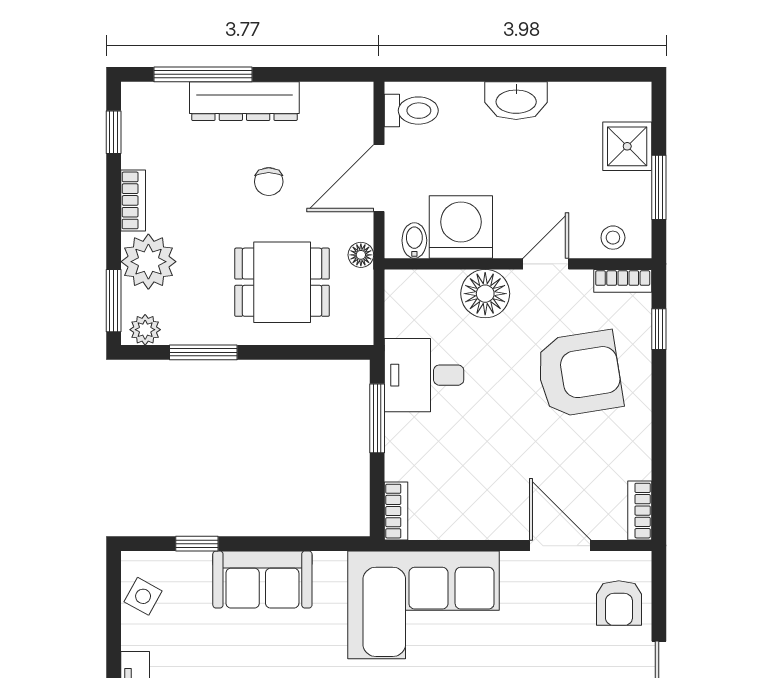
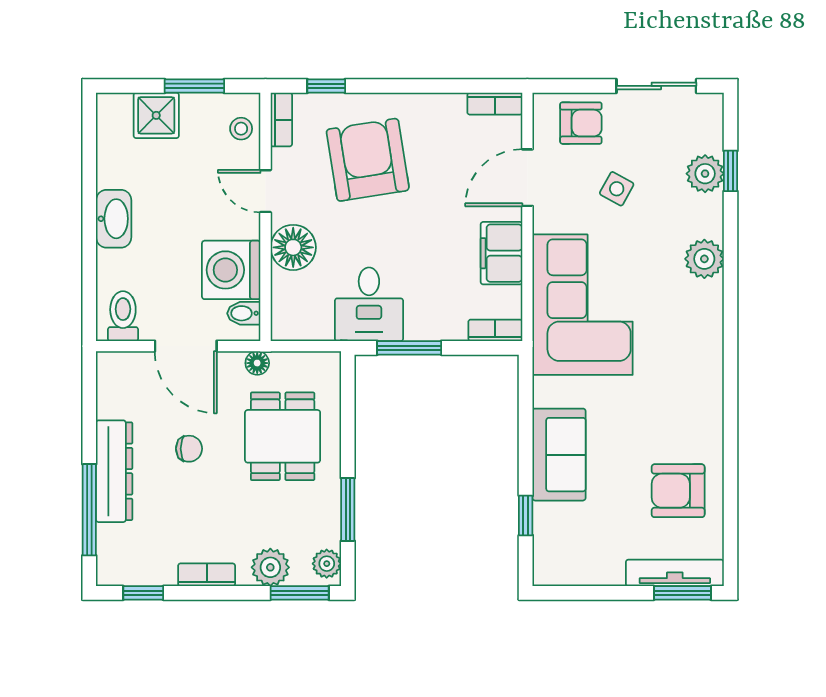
plant: (148, 262) -> (270, 567), width x0.73, depth x0.73
filing cabinet: (479, 518) -> (502, 253), added
side table: (143, 596) -> (617, 189), moved

